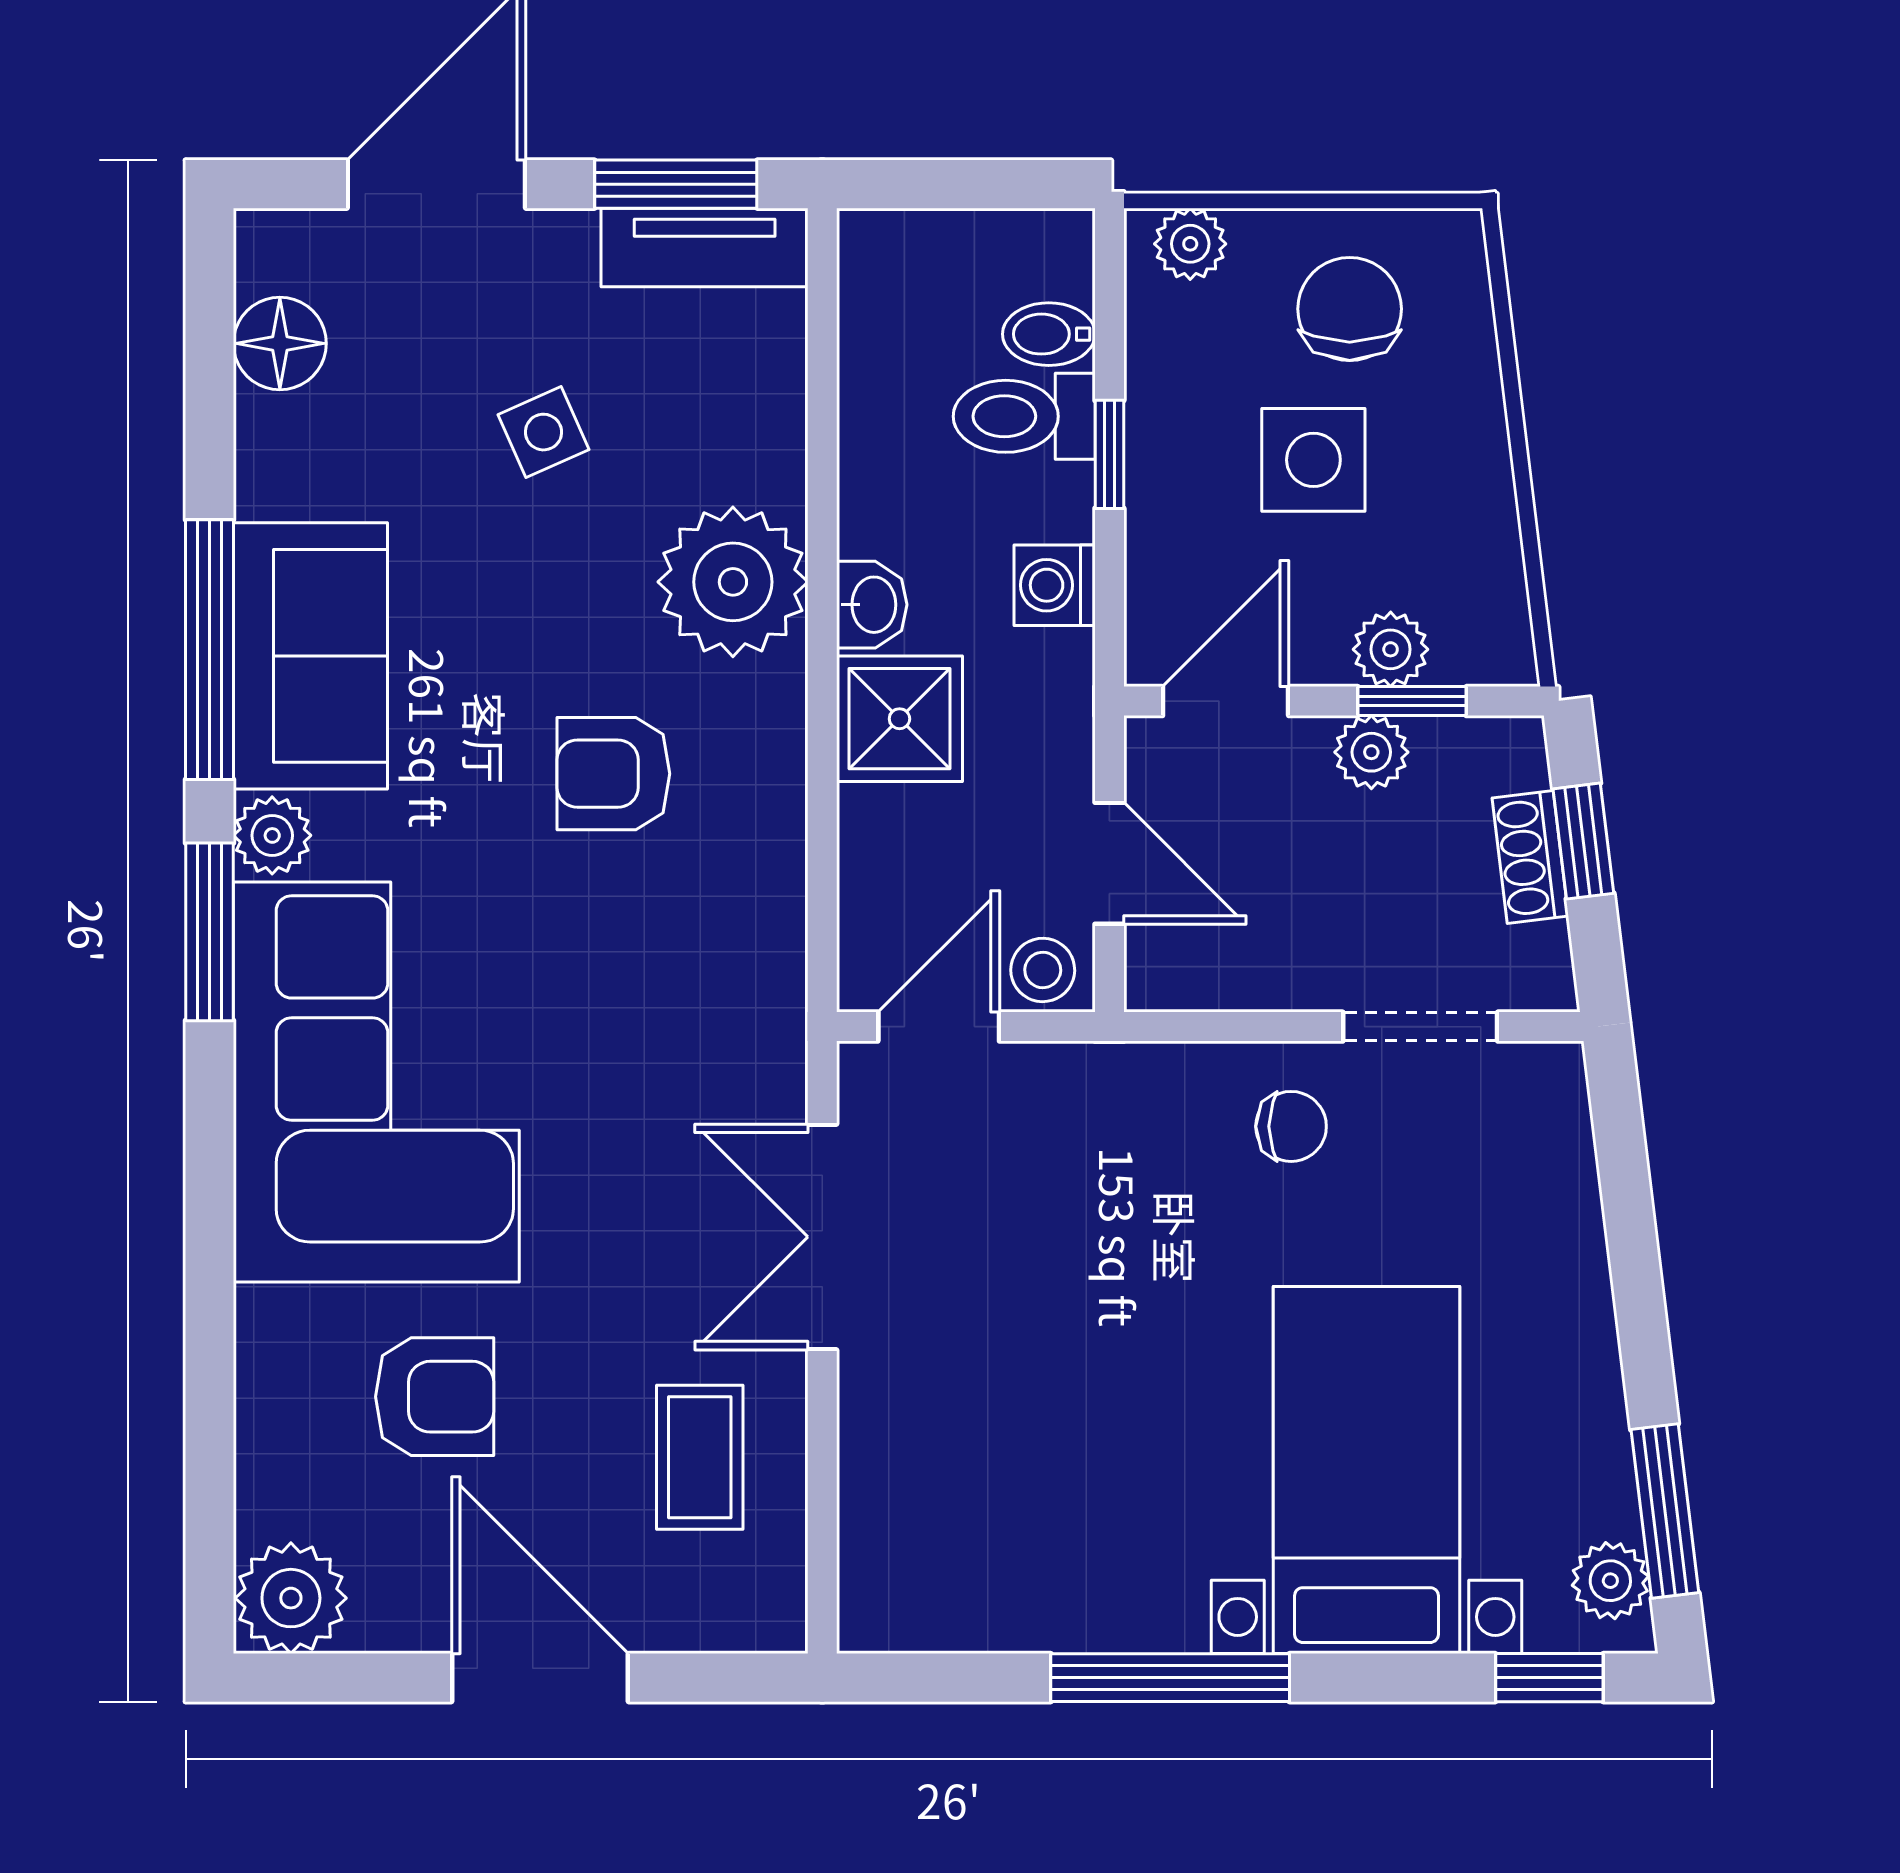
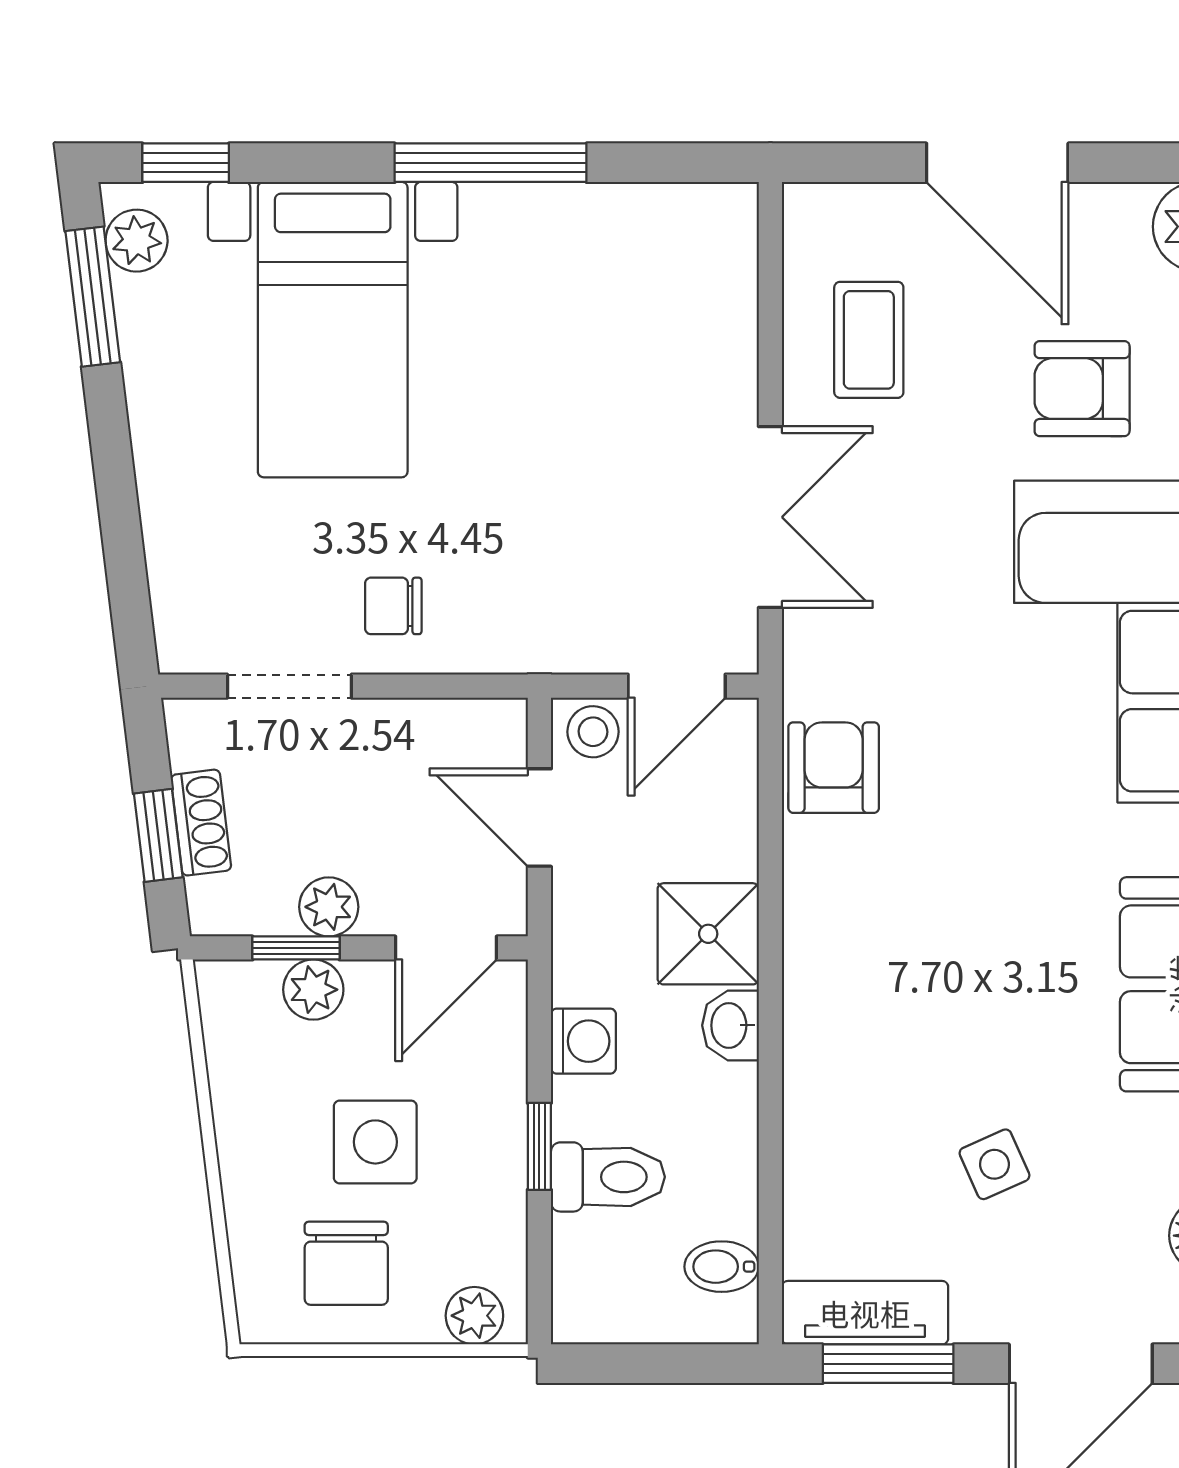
bidet: (1049, 334) -> (722, 1267), moved, turned 180
plant: (733, 582) -> (842, 1044), removed
armchair: (613, 774) -> (834, 768), moved, turned -90

